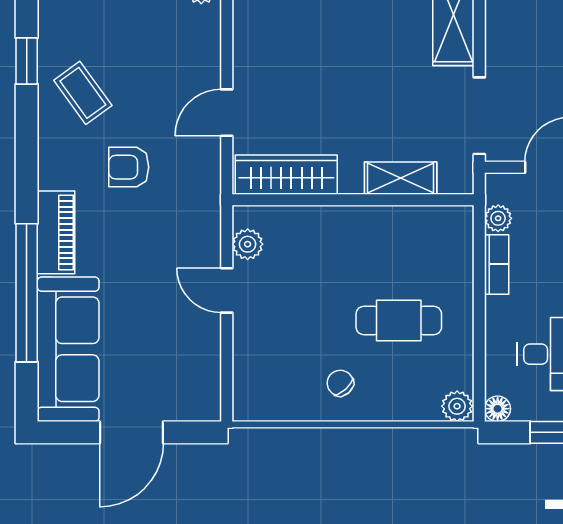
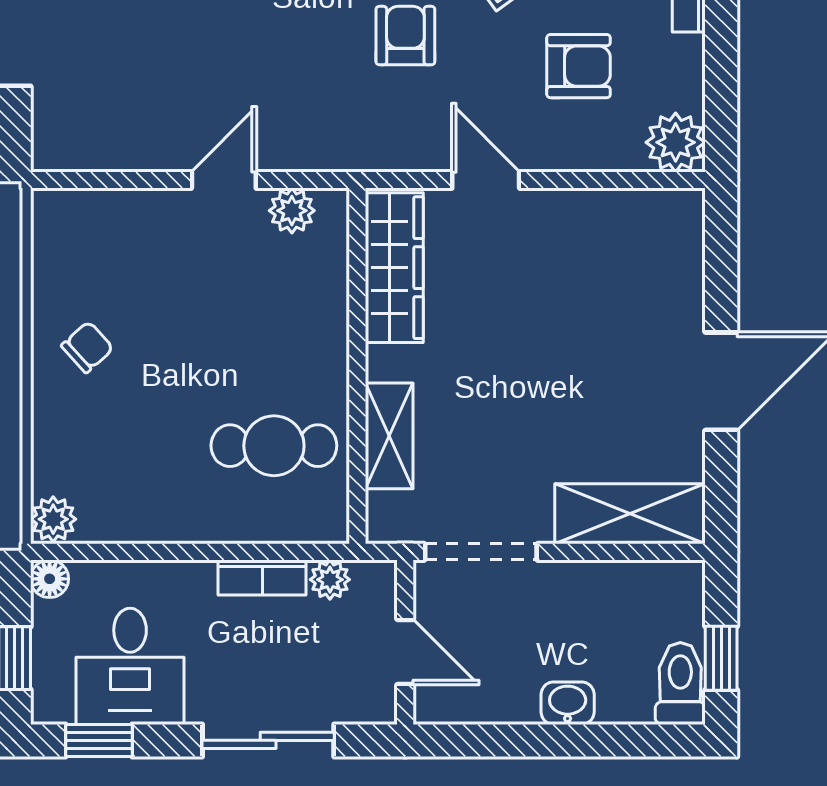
armchair: (149, 50) -> (579, 66), added
cafe table: (399, 321) -> (274, 446), moved, turned 90

